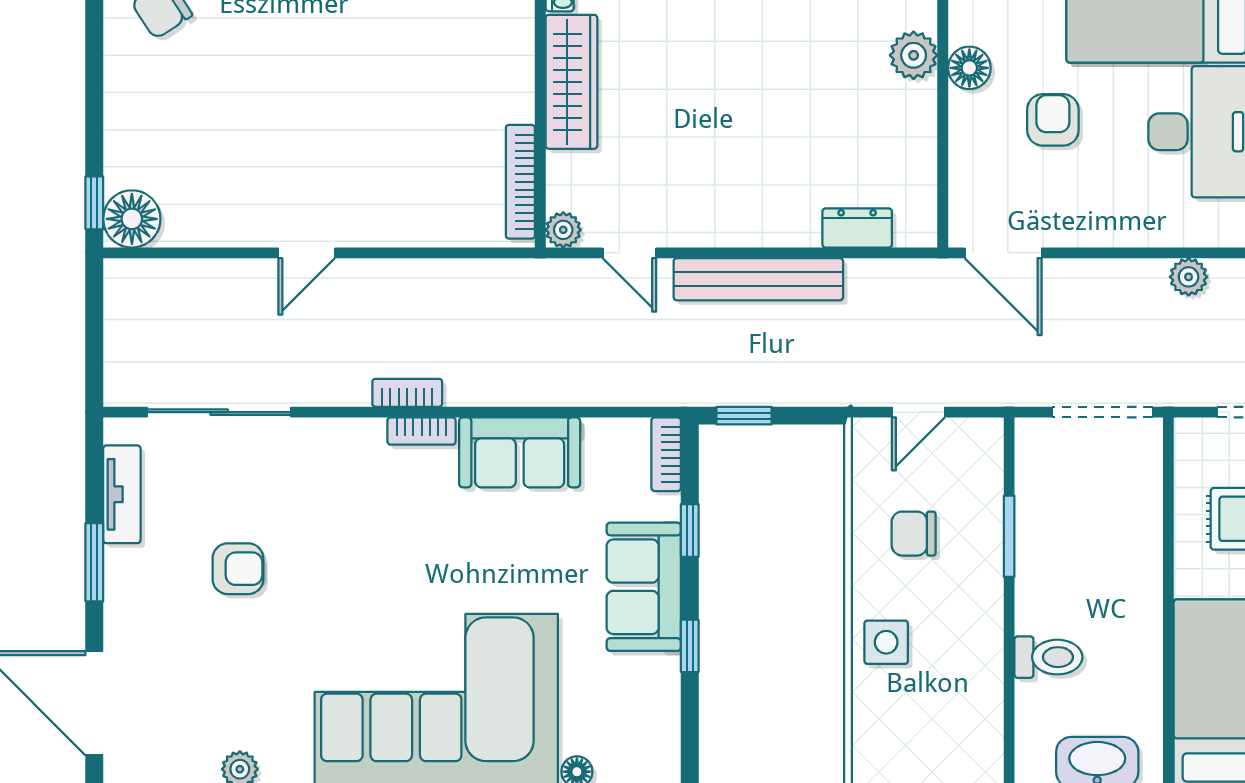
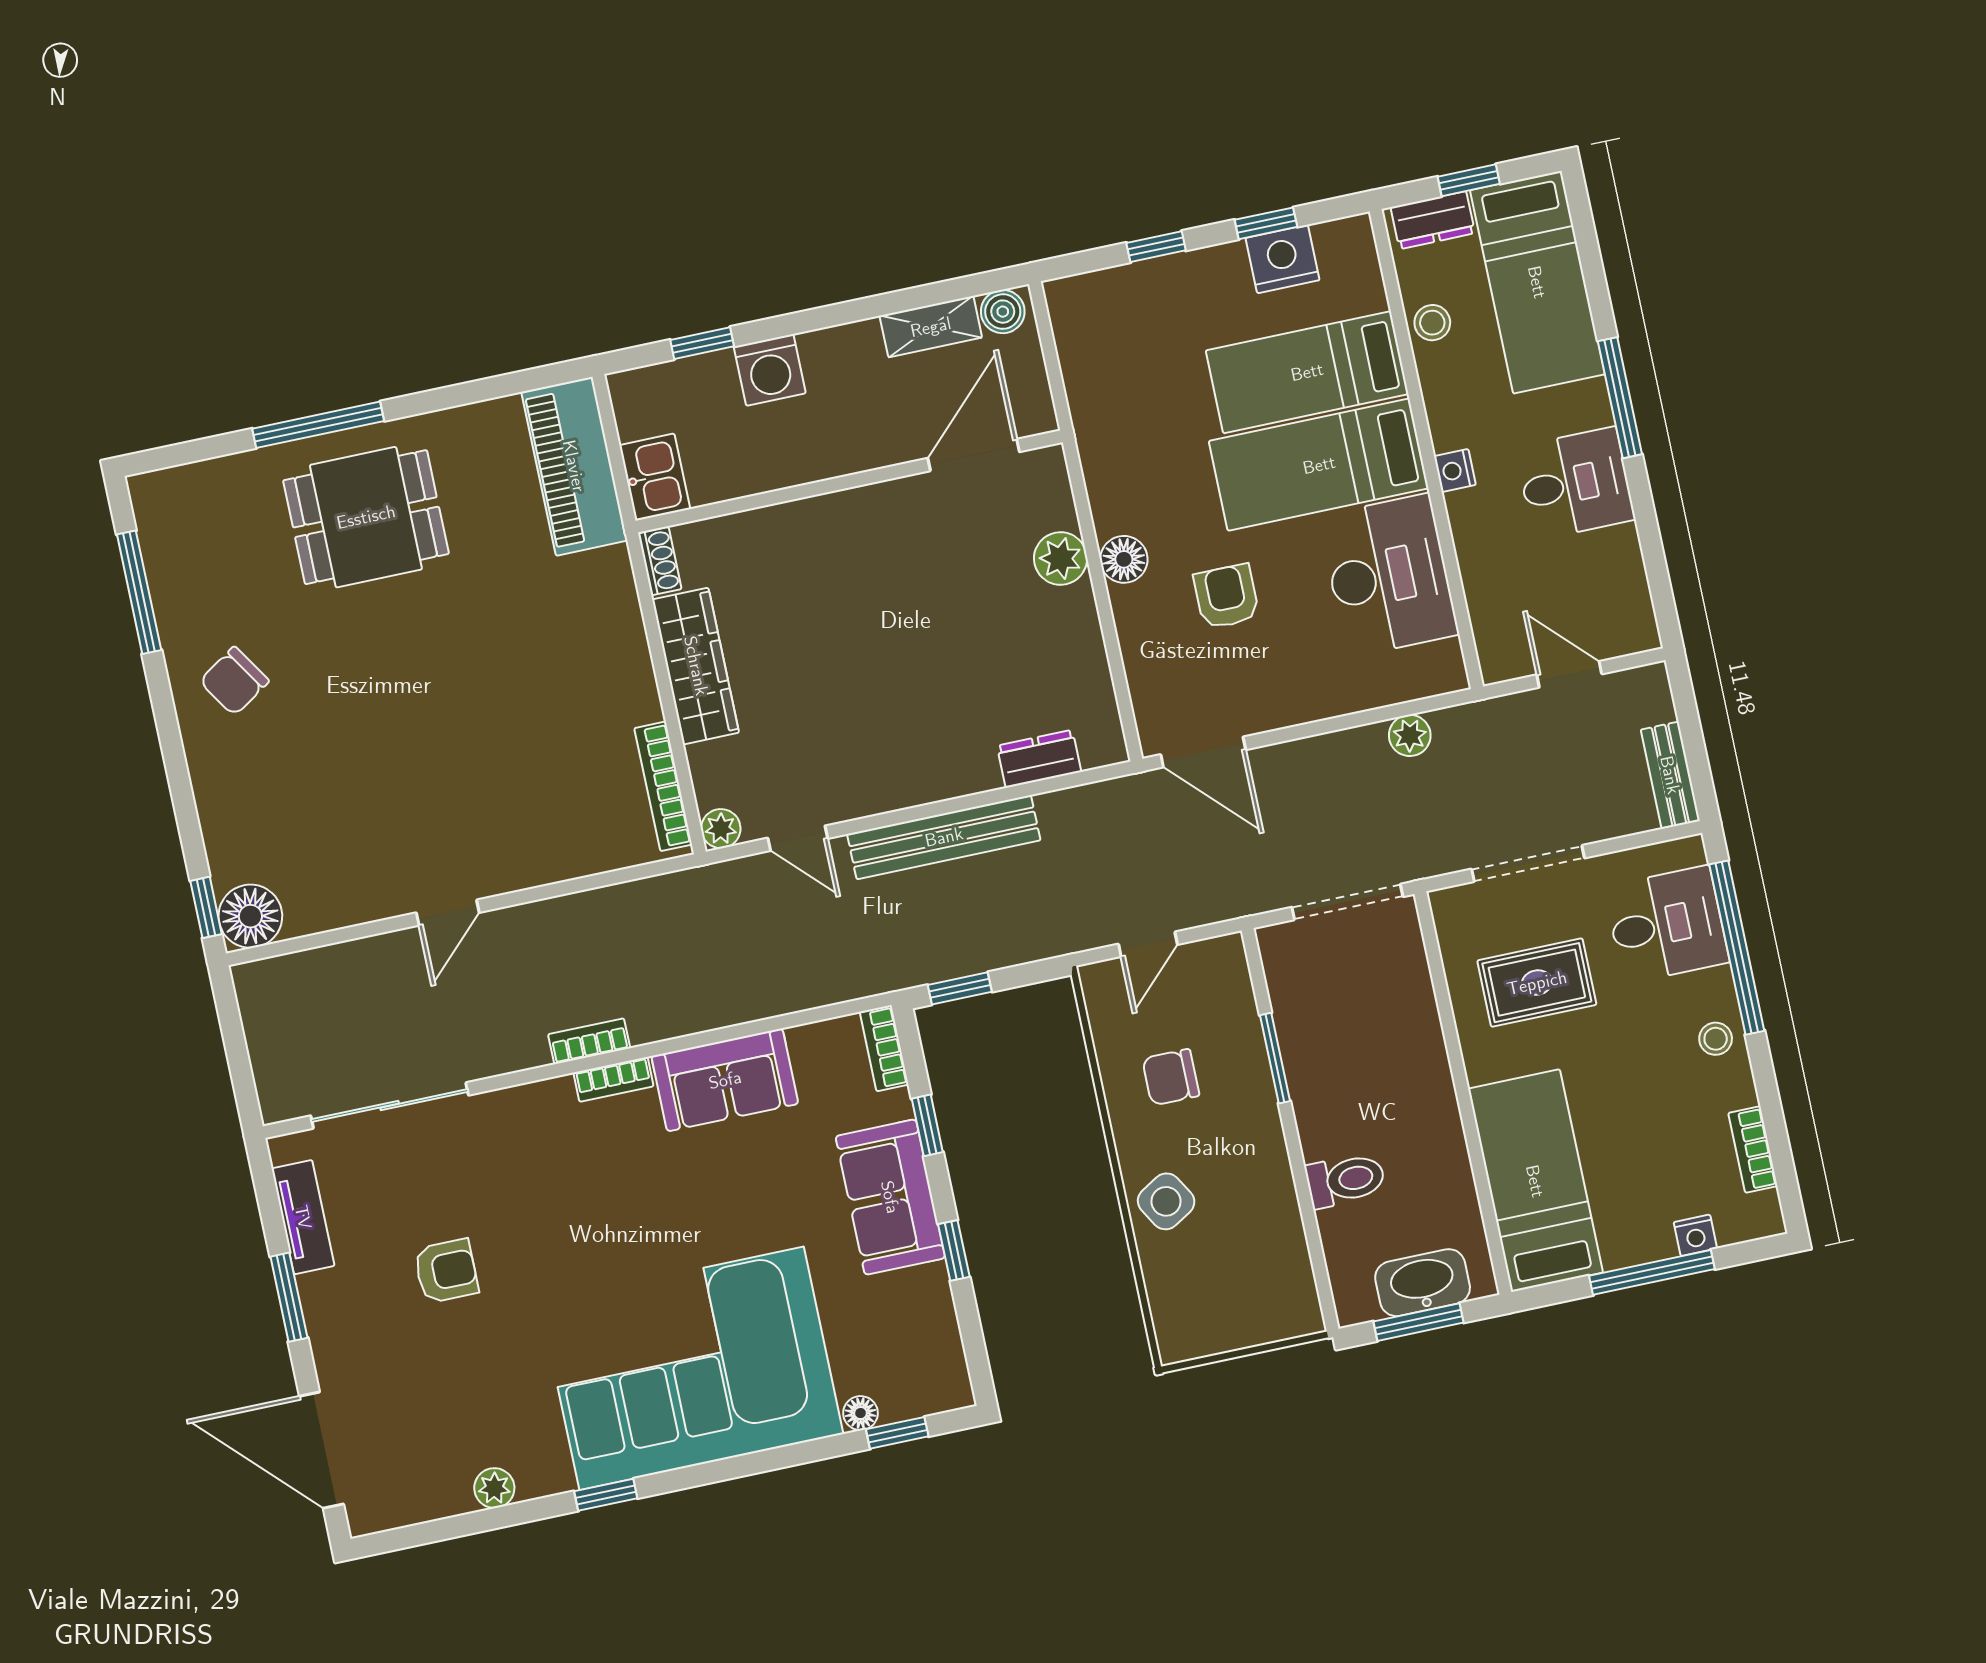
side table: (886, 642) -> (1166, 1201), turned -31

